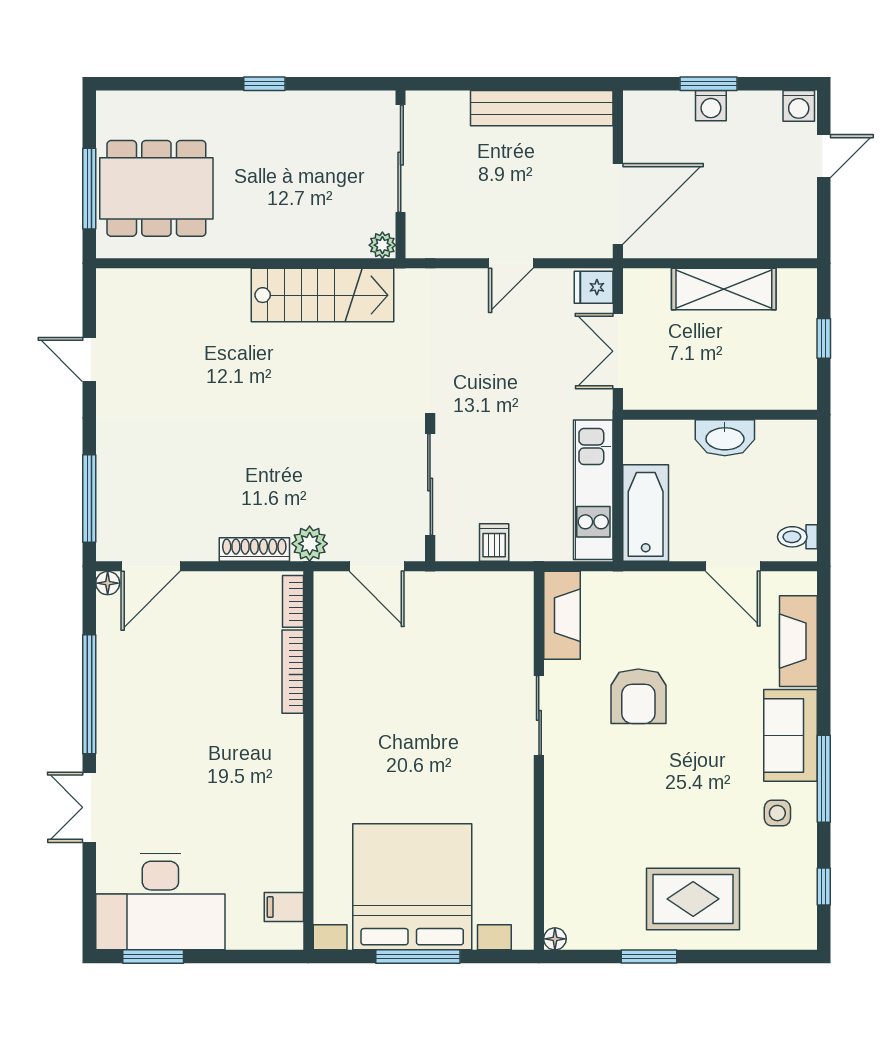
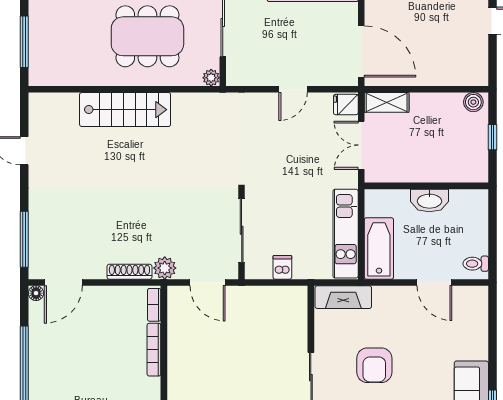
dining table: (156, 188) -> (147, 36), moved
door: (618, 204) -> (361, 51), hinge flipped
boiler: (794, 283) -> (473, 102), added
shelving: (724, 289) -> (387, 102), moved, width x0.67, depth x0.75
stairs: (322, 295) -> (125, 110), moved
fireplace: (562, 615) -> (343, 297), moved, turned 90
fireplace: (798, 641) -> (476, 330), removed

